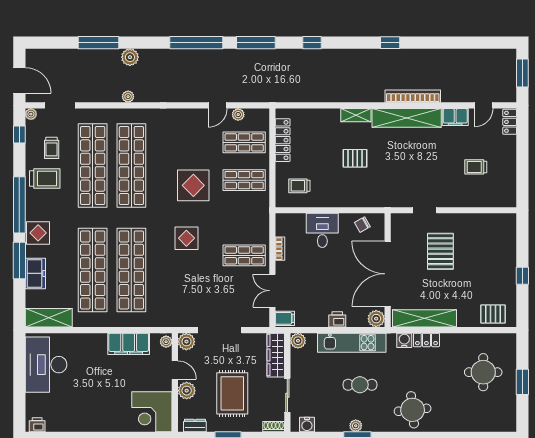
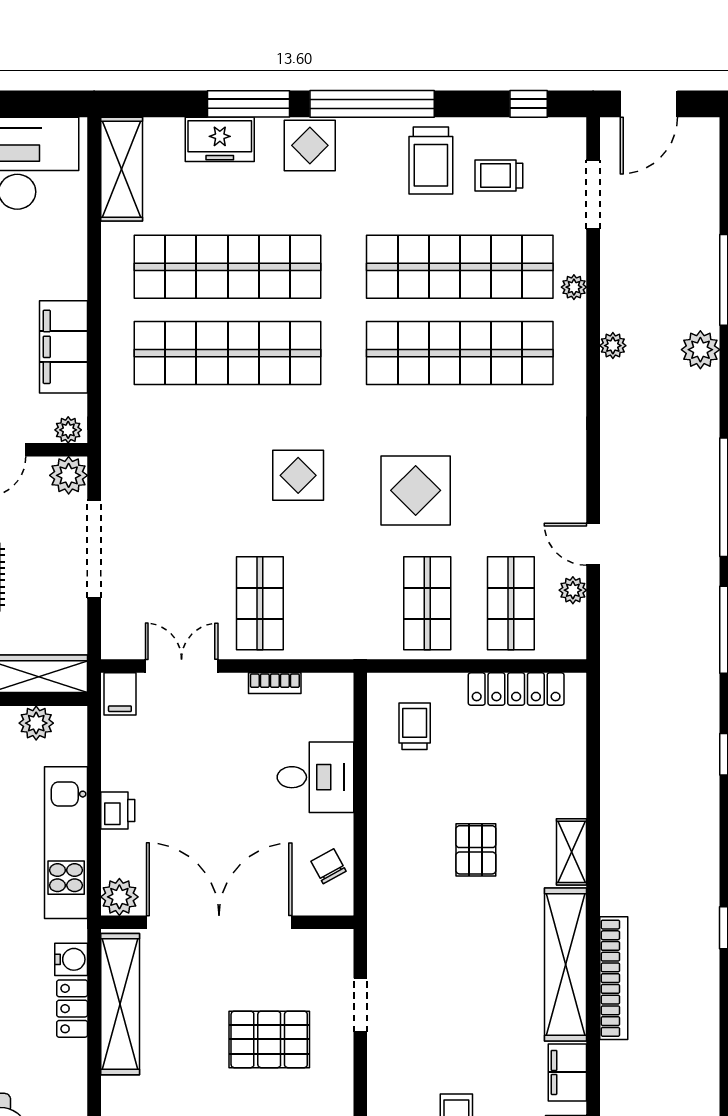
plant: (31, 114) -> (574, 287), moved
plant: (298, 341) -> (36, 723), moved

